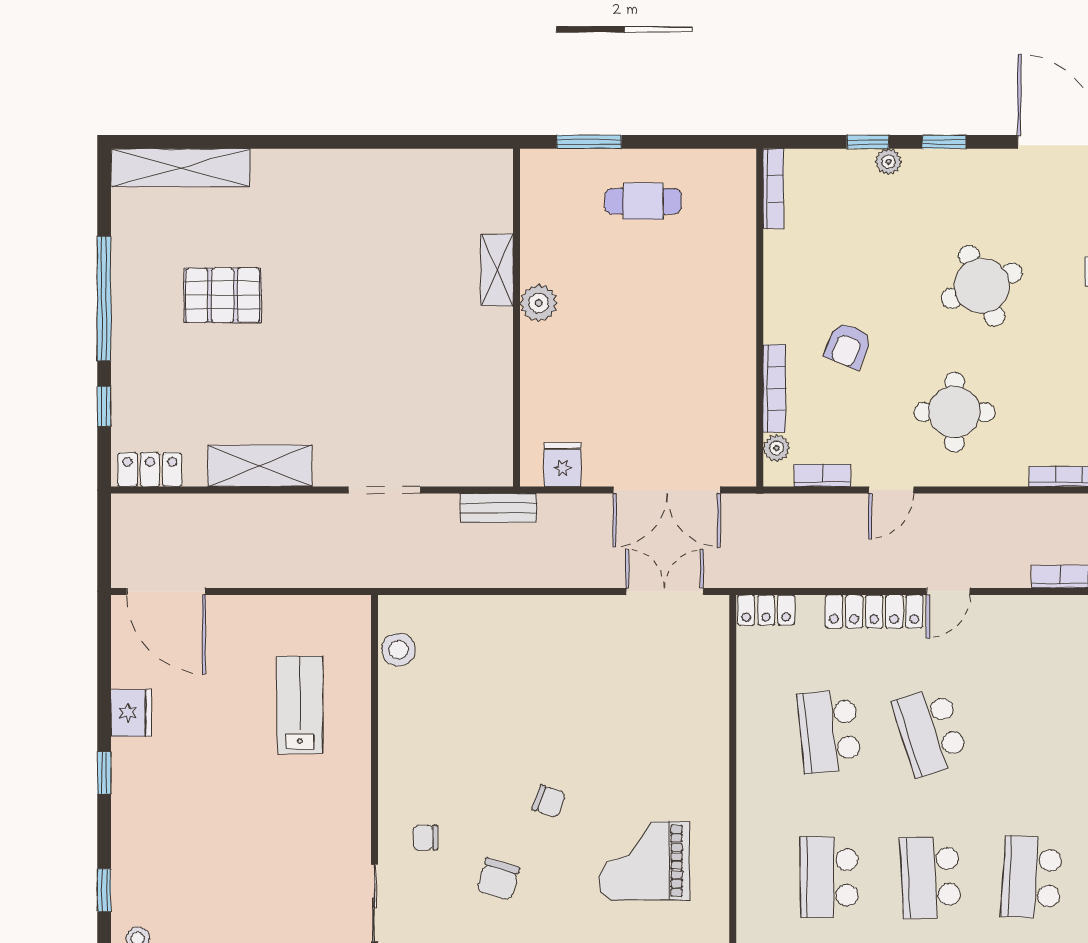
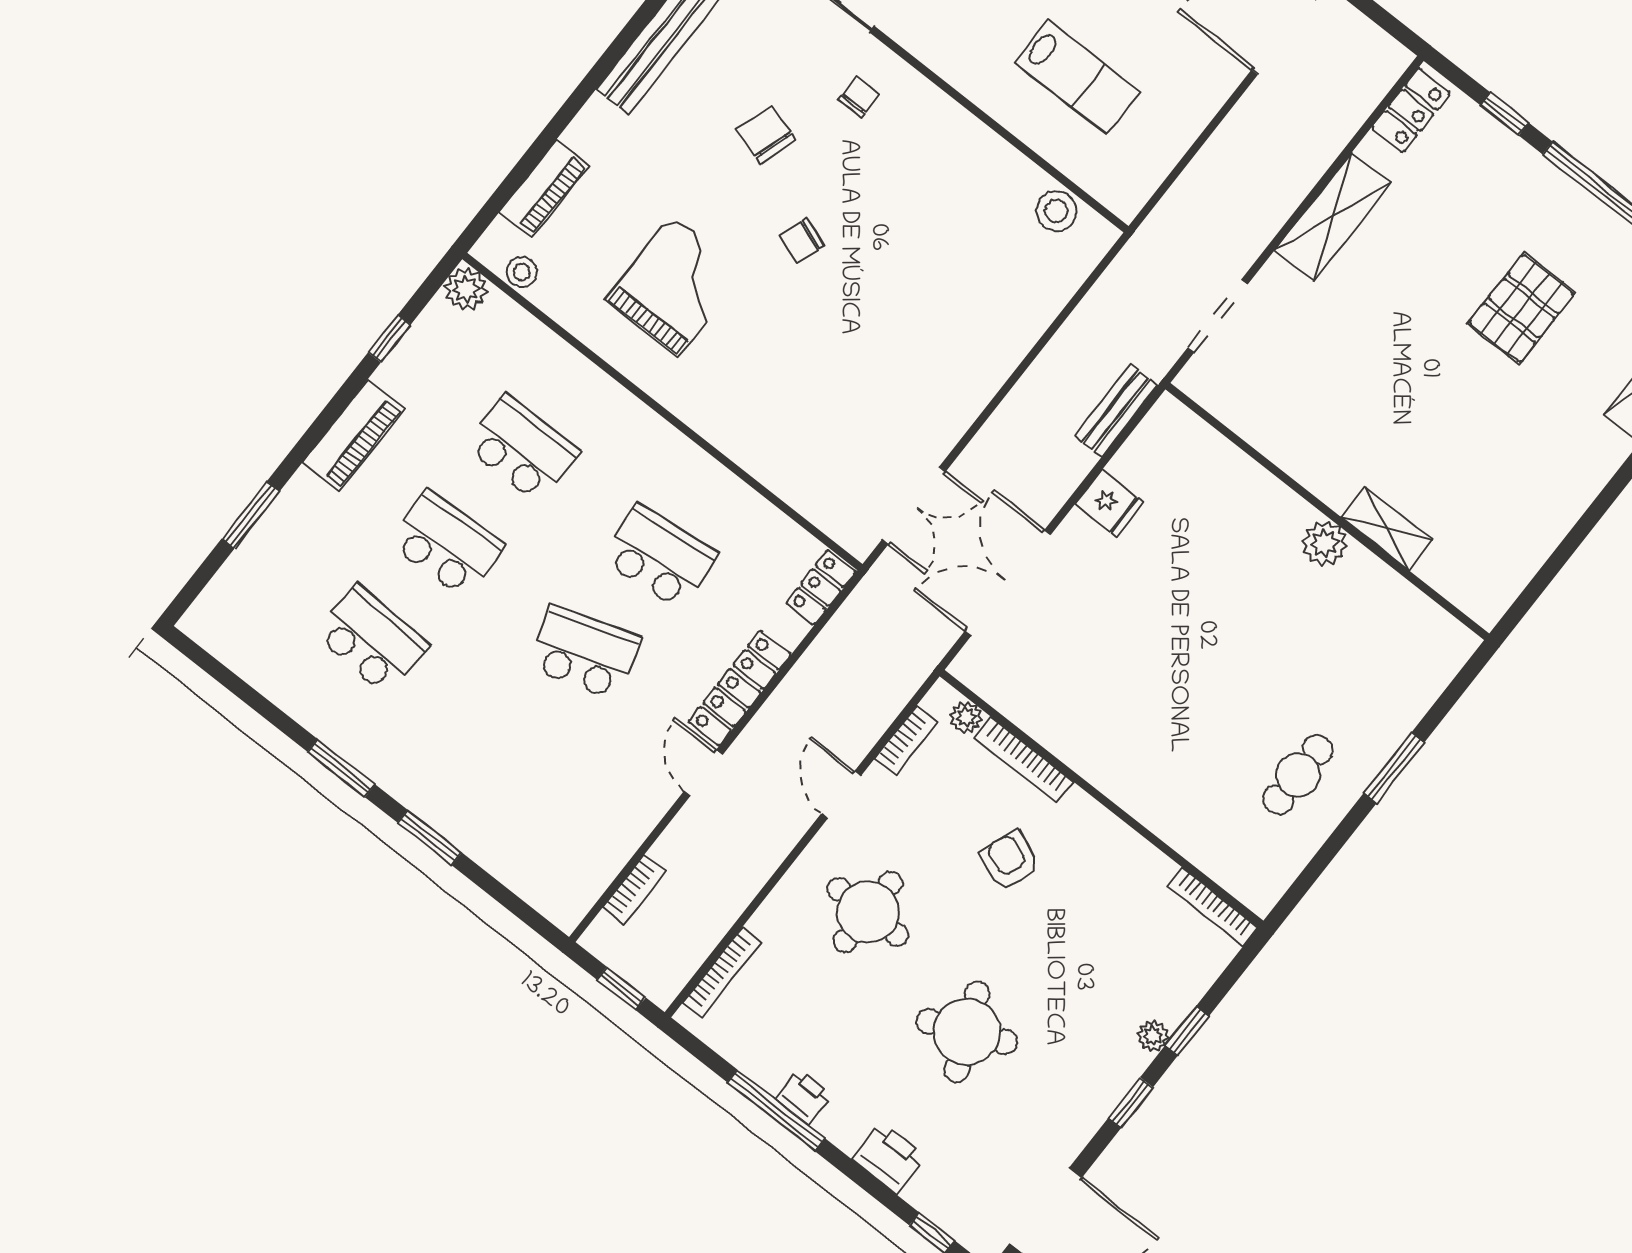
shelving: (497, 270) -> (1387, 528), moved
plant: (539, 303) -> (1325, 543), moved
wall: (516, 318) -> (1327, 511), moved

